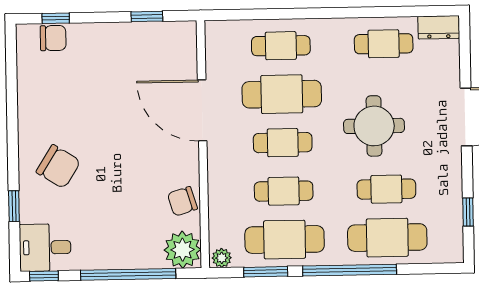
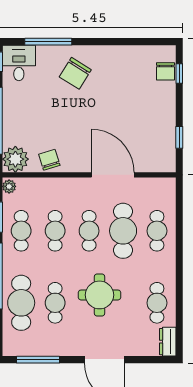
door: (202, 110) -> (113, 175), hinge flipped
window: (14, 206) -> (48, 42), width x2.17
window: (468, 212) -> (38, 360), width x2.17
cafe table: (285, 240) -> (21, 231), width x0.73, depth x0.74

